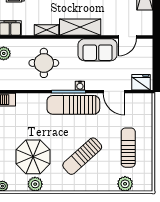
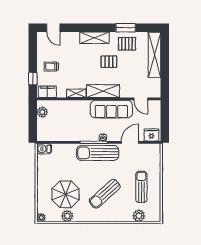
door: (127, 37) -> (141, 99), hinge flipped
sofa: (98, 50) -> (111, 109), width x1.36
round table: (44, 63) -> (74, 120), removed
door: (114, 92) -> (130, 142), swing flipped

